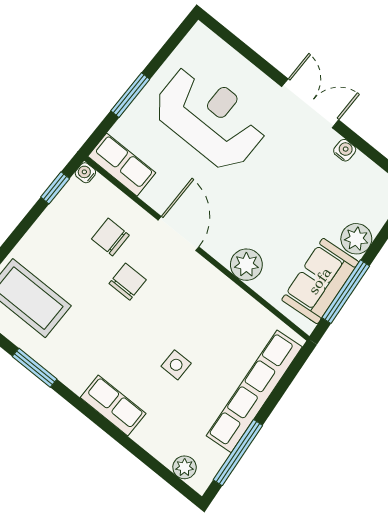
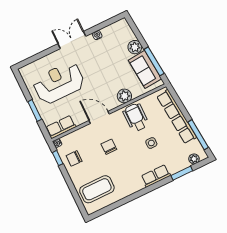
chair: (110, 237) -> (74, 158), moved
wheelchair: (214, 309) -> (136, 117), added
window: (35, 368) -> (182, 173), moved

